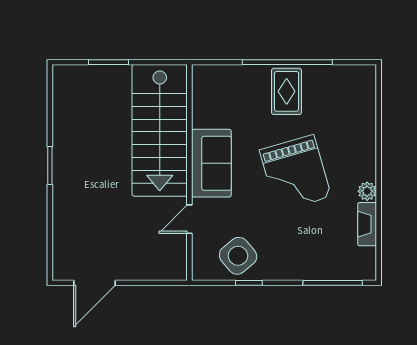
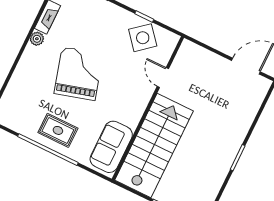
rug: (287, 91) -> (58, 130), turned 90
sofa: (211, 163) -> (111, 147), moved
door: (189, 219) -> (163, 78), swing flipped

